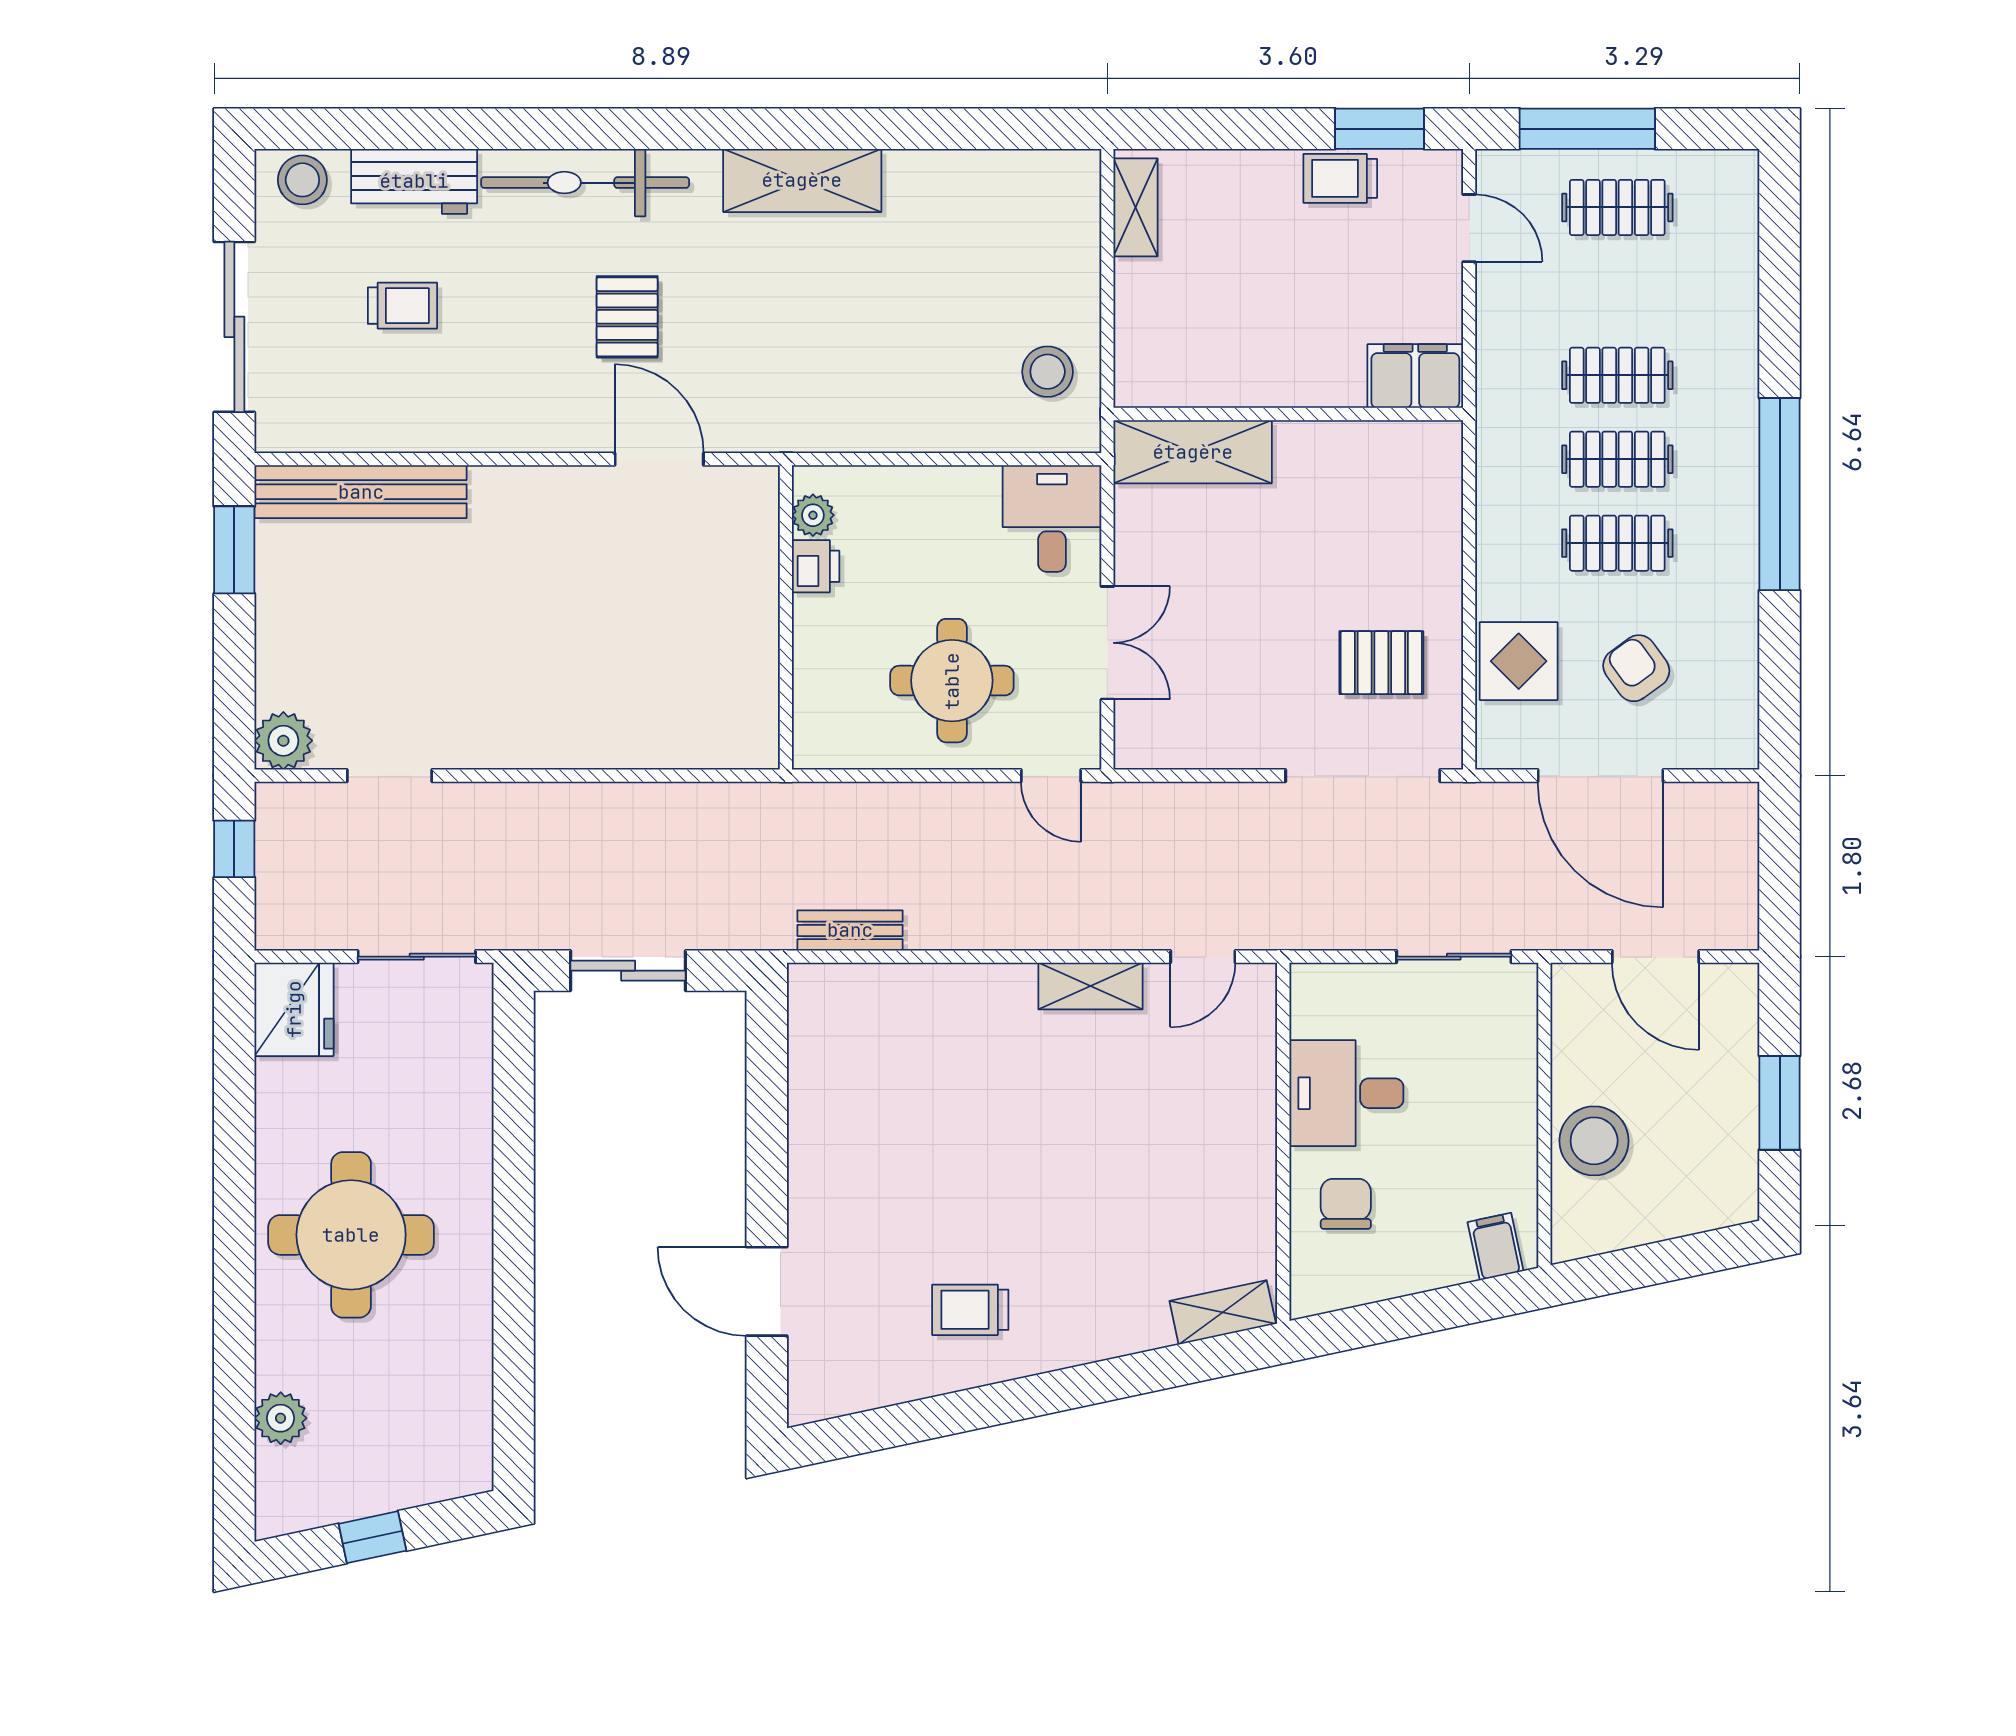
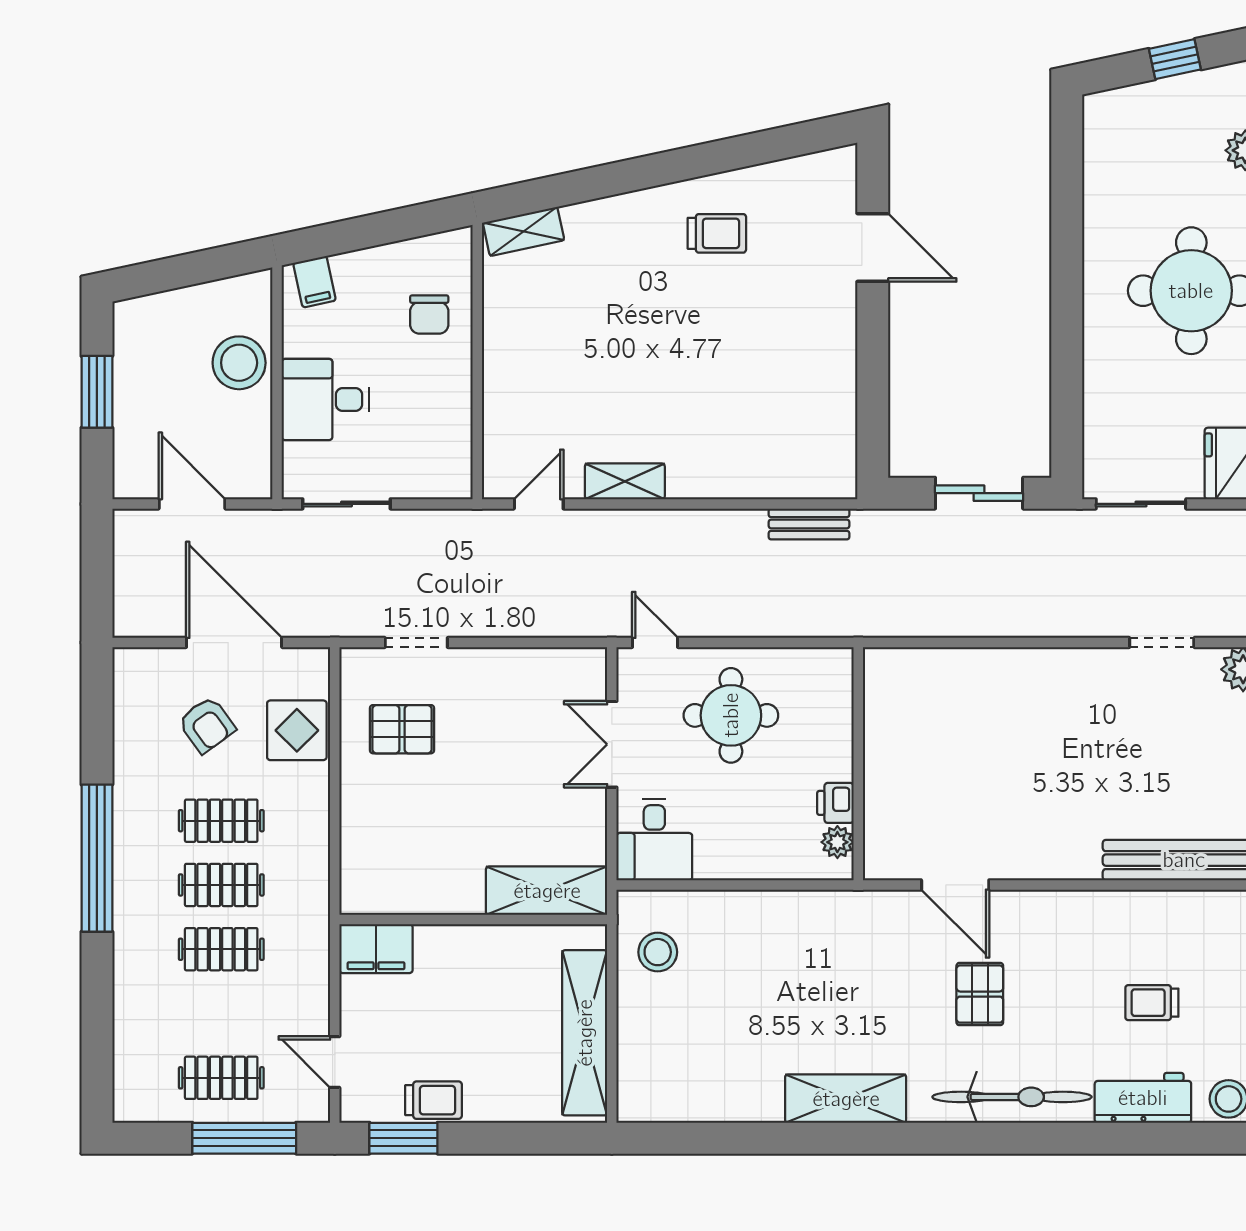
shelving: (1136, 207) -> (585, 1033), width x2.20, depth x1.33
doorway: (1363, 776) -> (416, 643), width x0.53
desk: (1346, 1093) -> (325, 399), moved, turned 180

